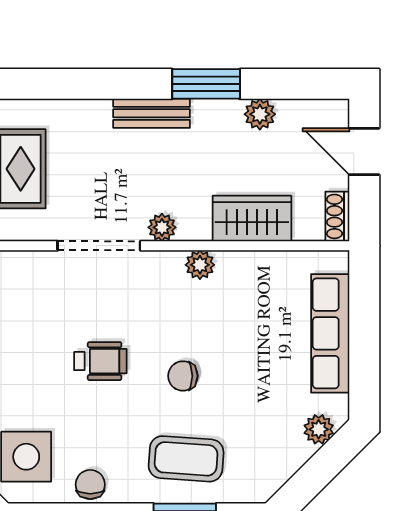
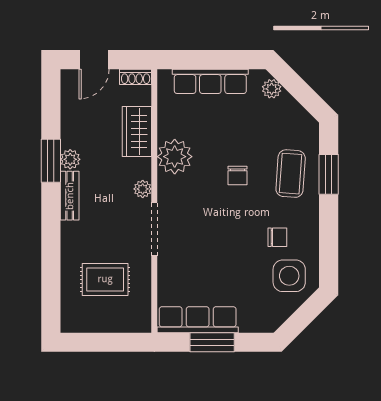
plant: (260, 114) -> (70, 159), moved
plant: (200, 265) -> (175, 157), width x1.88, depth x1.88
wheelchair: (100, 361) -> (228, 228), removed
chair: (90, 485) -> (277, 237), moved, turned 180

